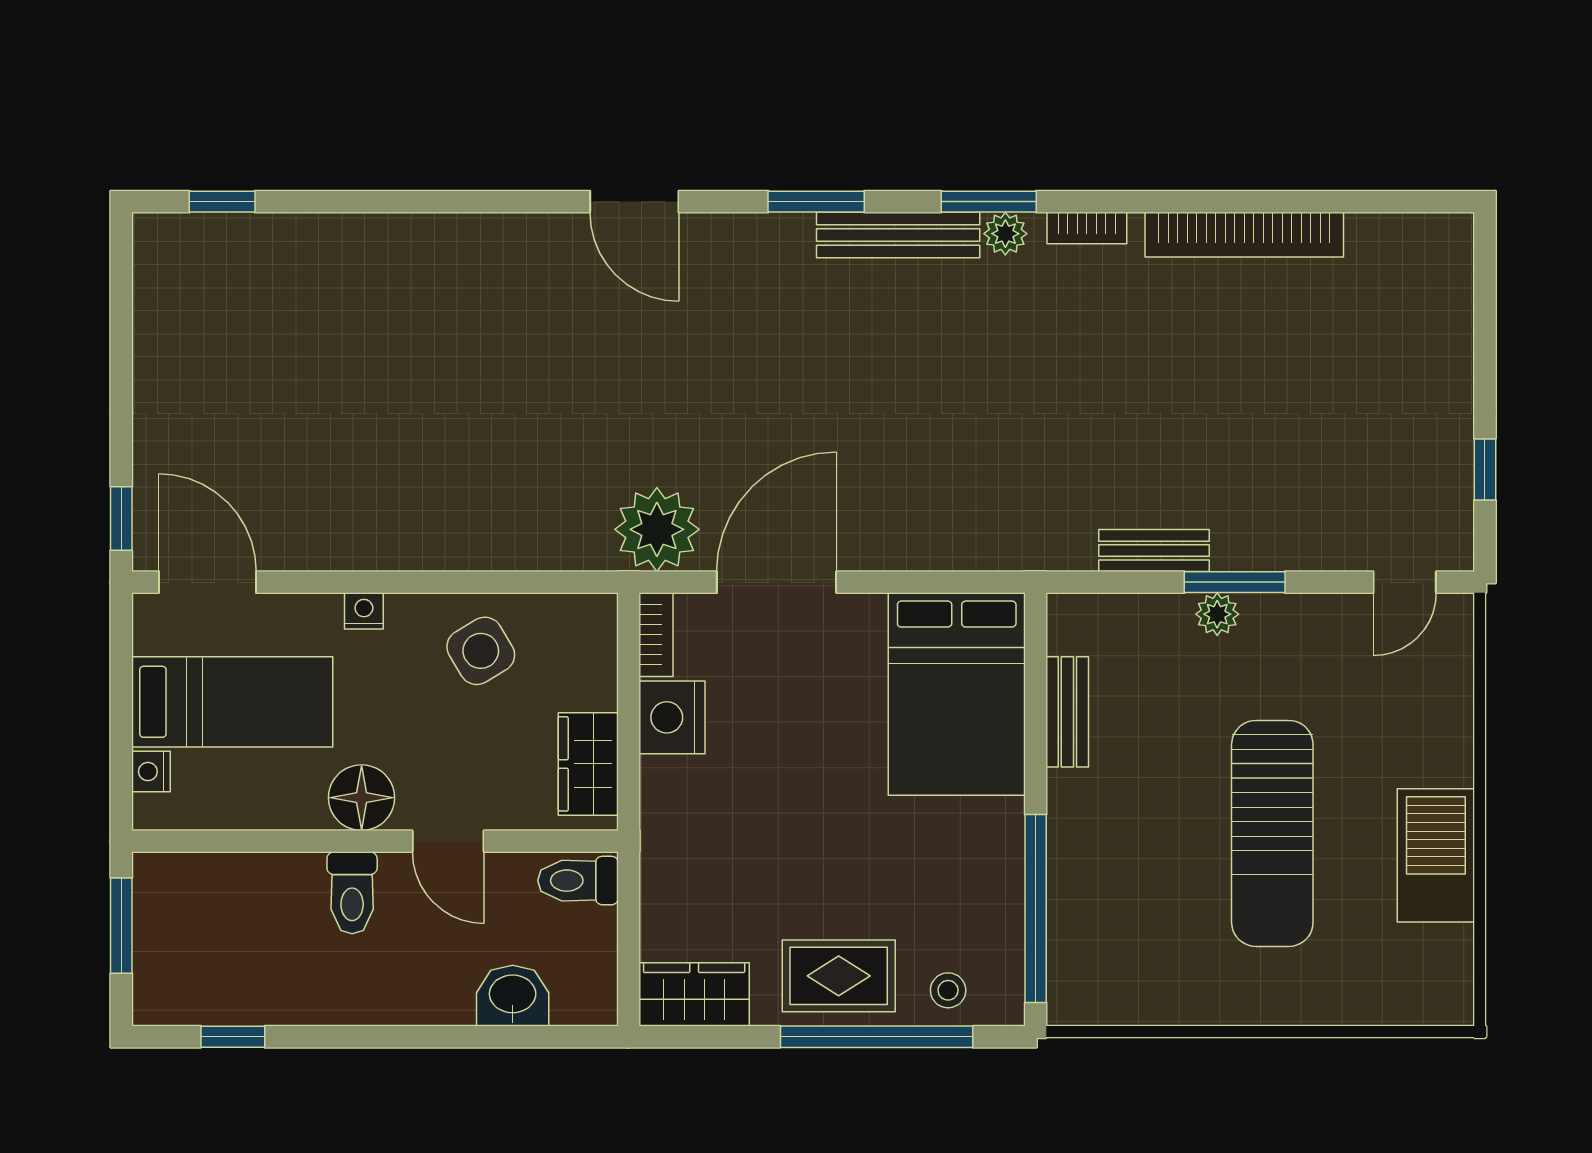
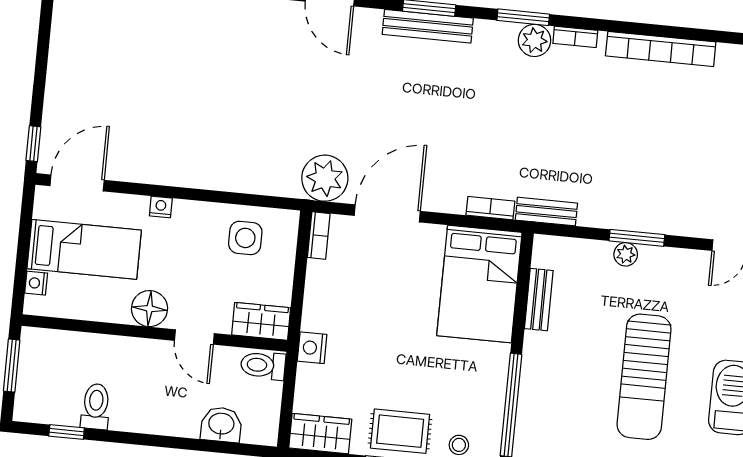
plant: (1005, 234) -> (535, 40), width x1.38, depth x1.38
bench: (898, 235) -> (428, 26), moved
bench: (1154, 551) -> (546, 212), moved
bookcase: (963, 554) -> (490, 208), added
door: (208, 582) -> (77, 183), hinge flipped
side table: (481, 651) -> (245, 238), moved, turned 31
nightstand: (672, 717) -> (312, 348), moved, width x0.74, depth x0.75
wardrobe: (588, 764) -> (261, 321), moved, turned 90
toilet: (352, 893) -> (96, 406), moved, turned 180

